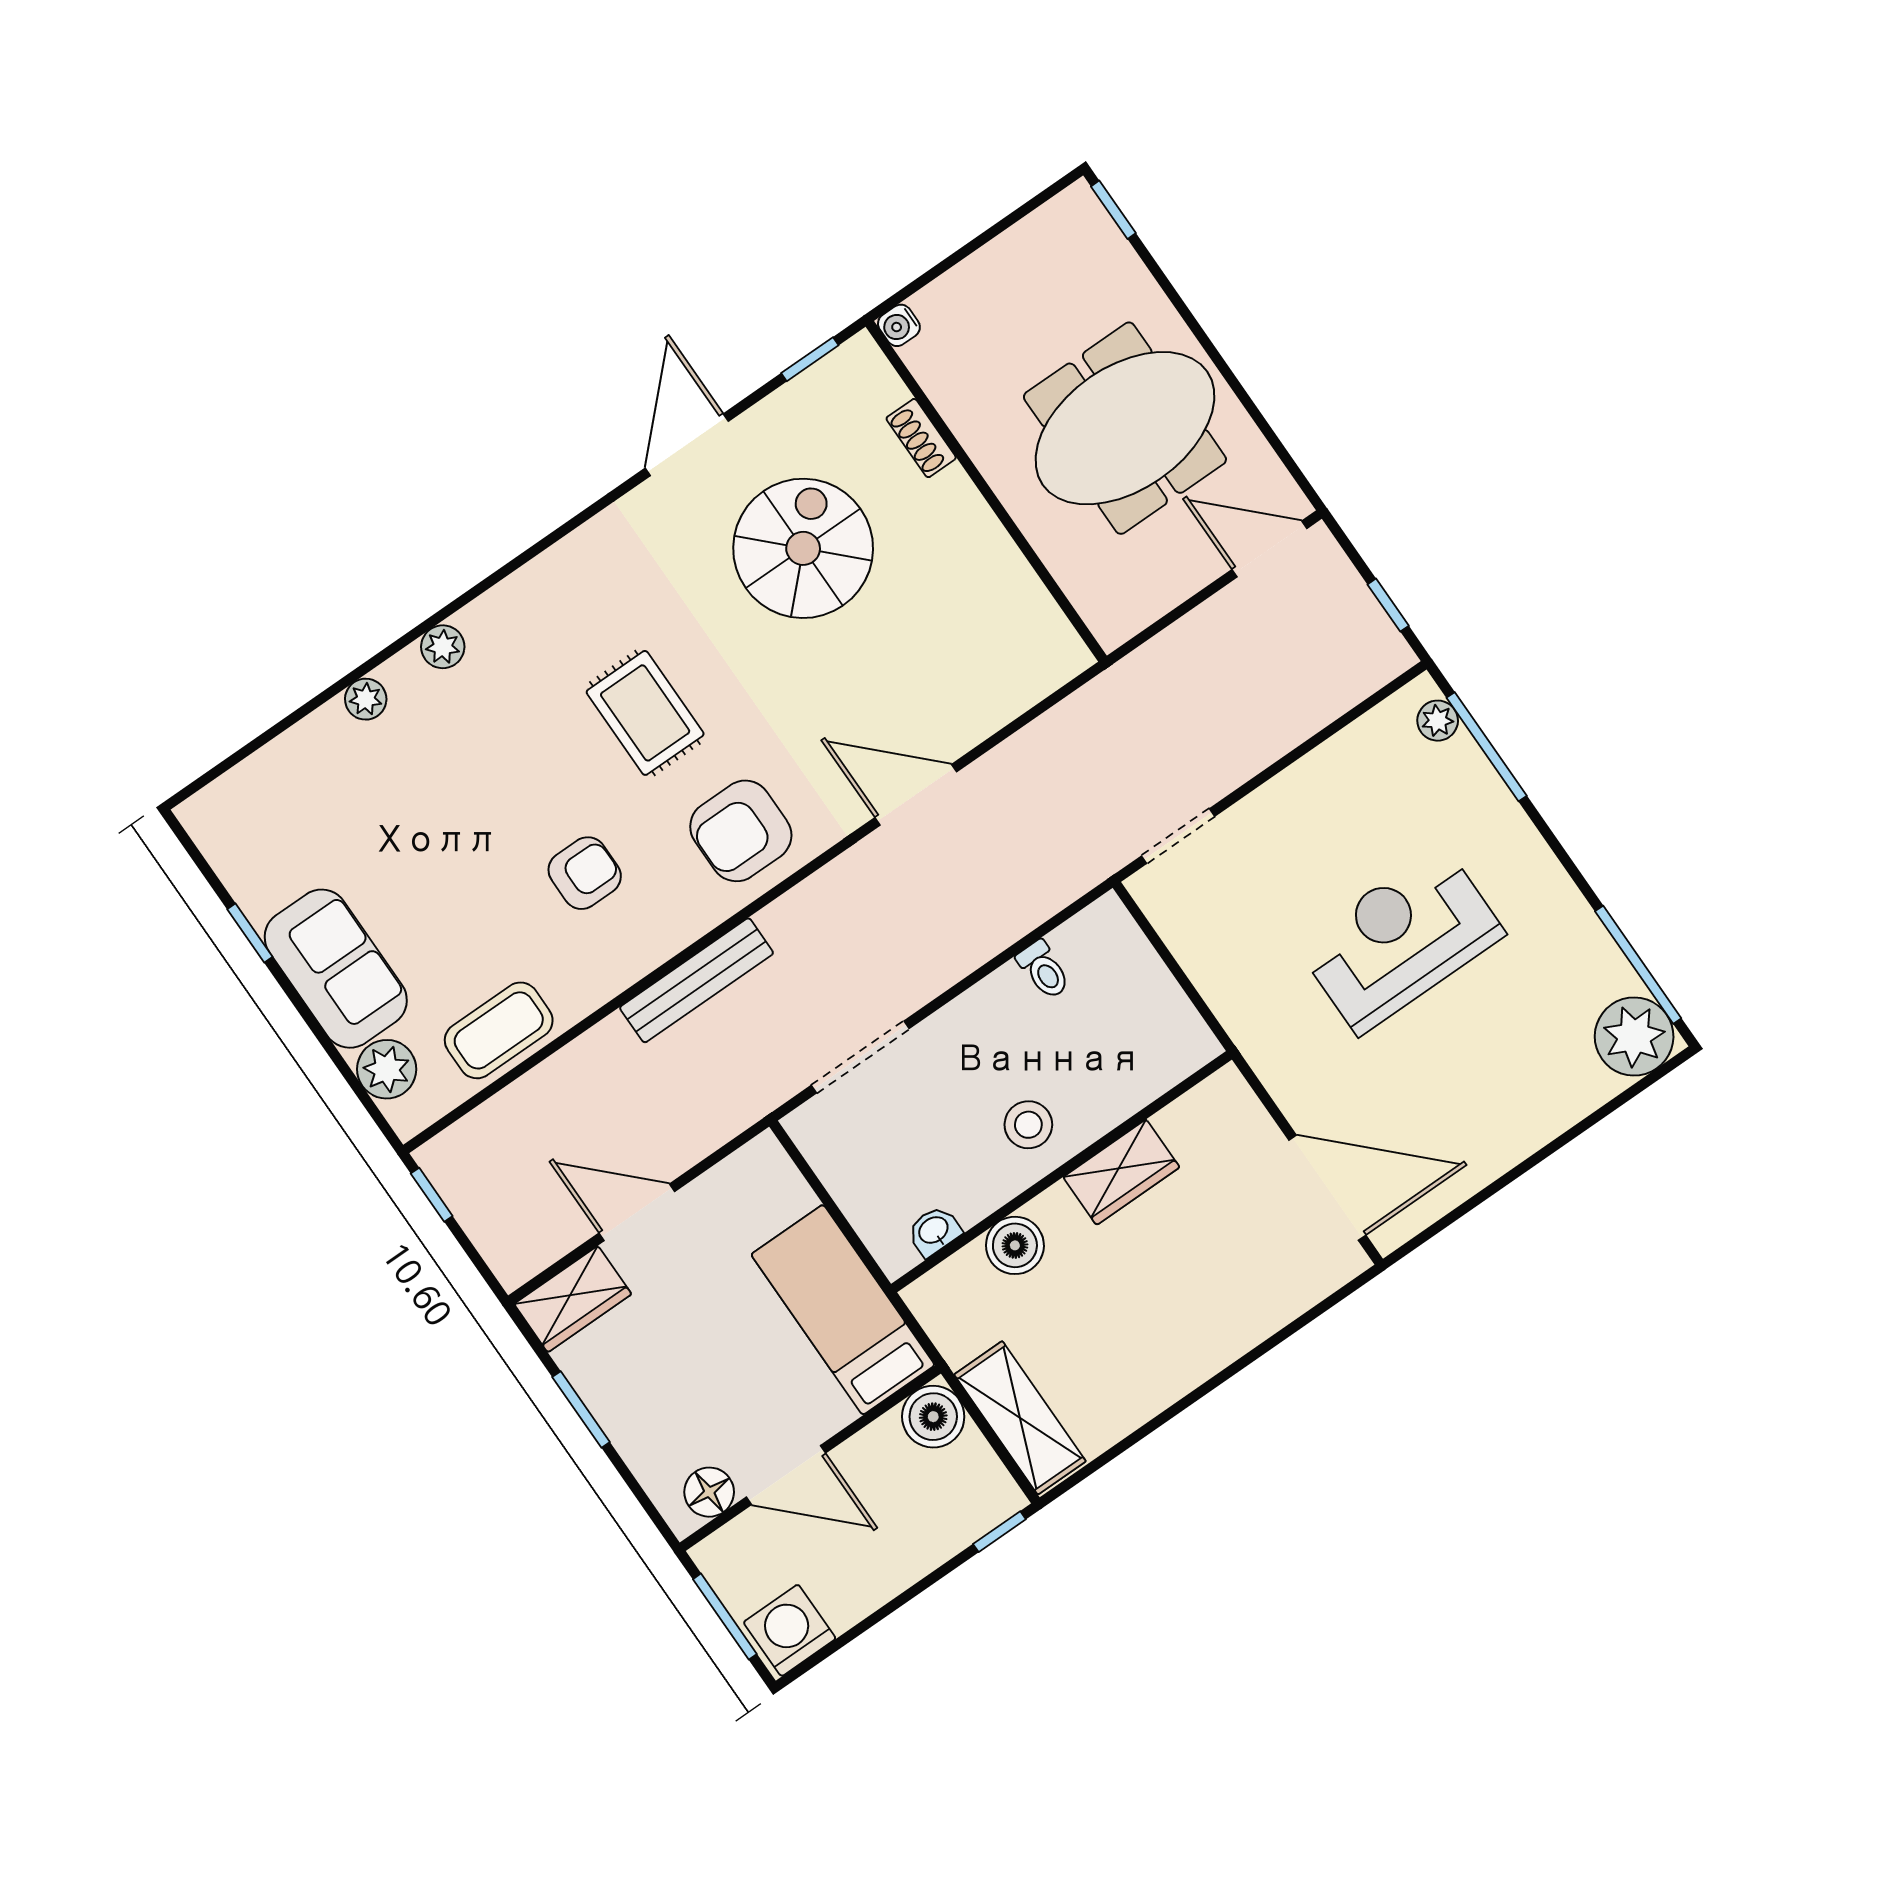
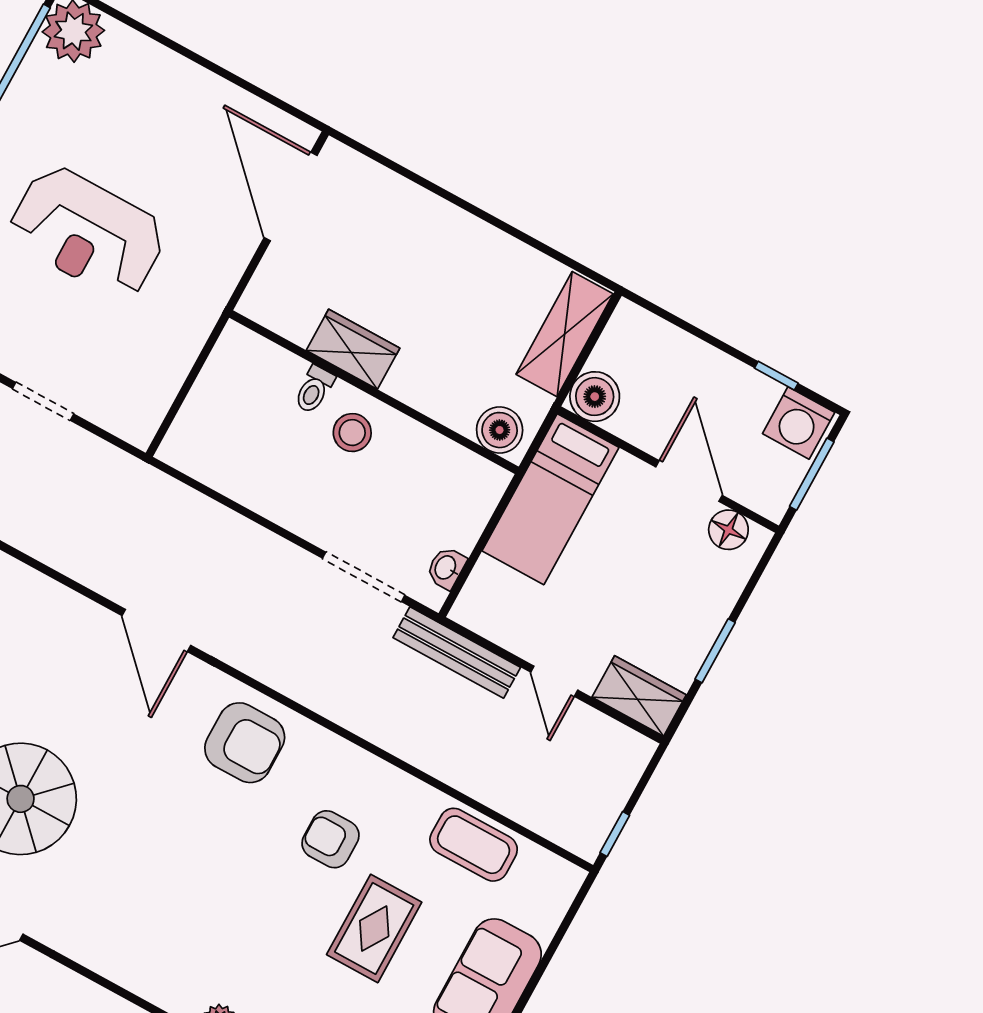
rug: (645, 713) -> (374, 928), moved
doorway: (1178, 836) -> (43, 401), moved
toilet: (1044, 970) -> (314, 389), moved, turned 180
bench: (697, 980) -> (457, 653), moved
plant: (387, 1069) -> (541, 911), removed
door: (637, 1212) -> (554, 681), width x0.73
washbasin: (934, 1231) -> (446, 568), moved, turned 90
boiler: (1015, 1245) -> (500, 430), moved
window: (999, 1532) -> (776, 376), moved

